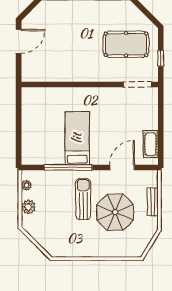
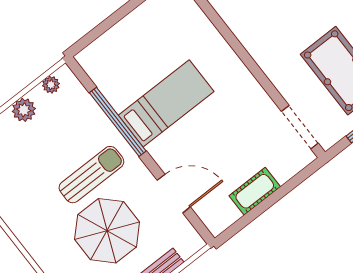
cot: (151, 144) -> (255, 191), moved

